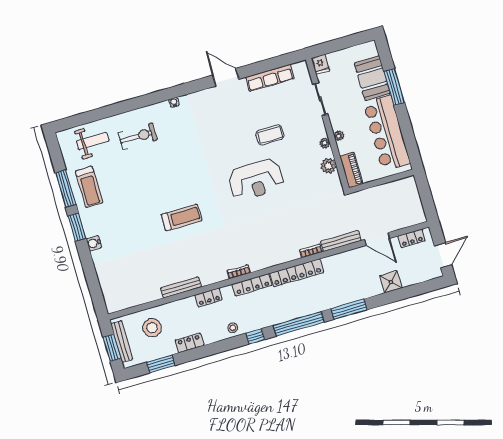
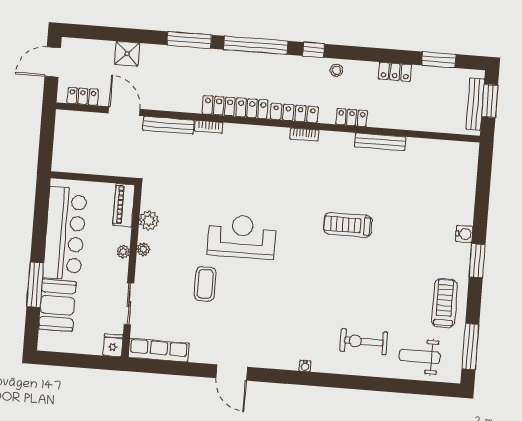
row of seats: (270, 78) -> (159, 350), moved
coffee table: (270, 135) -> (205, 284), turned 90
window: (66, 189) -> (470, 347), moved
stool: (152, 328) -> (433, 107), removed

